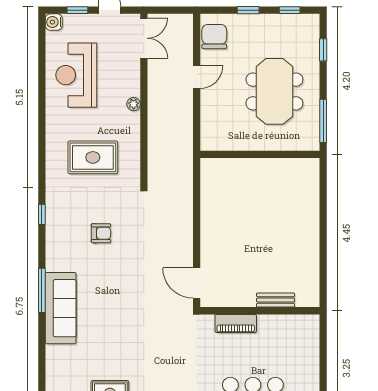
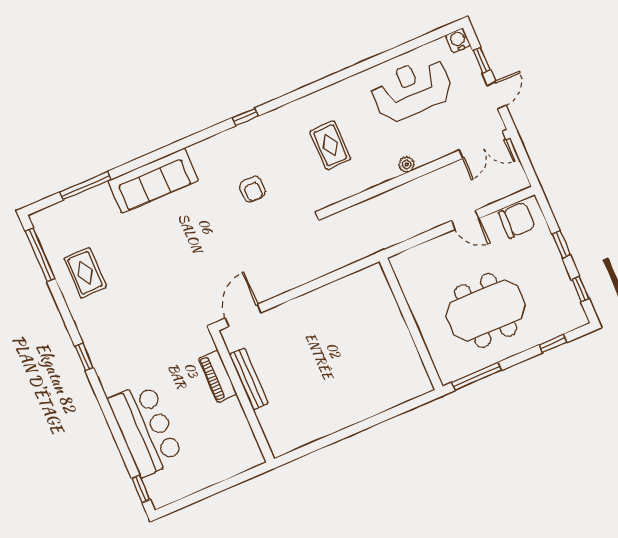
rug: (93, 157) -> (330, 145), width x0.73, depth x0.70
window: (42, 290) -> (85, 186), moved
bench: (276, 300) -> (249, 379), moved, width x1.36

